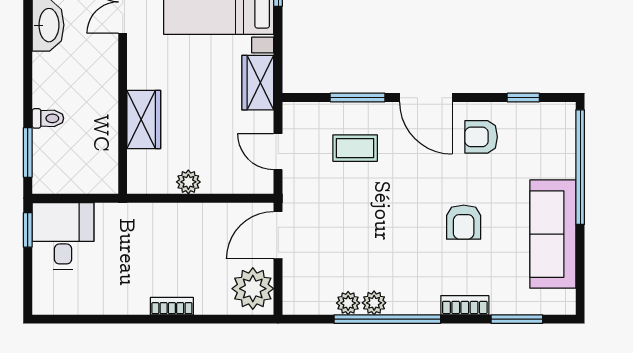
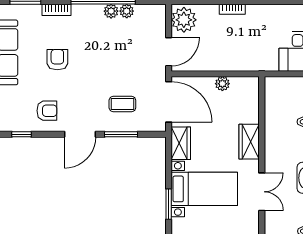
door: (426, 98) -> (80, 134), swing flipped
wardrobe: (144, 119) -> (249, 142), moved
door: (278, 152) -> (169, 102), width x1.88

